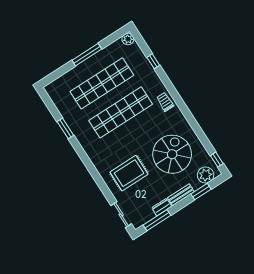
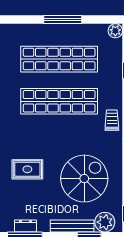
rug: (129, 173) -> (27, 169), width x0.73, depth x0.70
bench: (181, 195) -> (72, 226), width x1.36
dresser: (162, 207) -> (26, 226), moved

